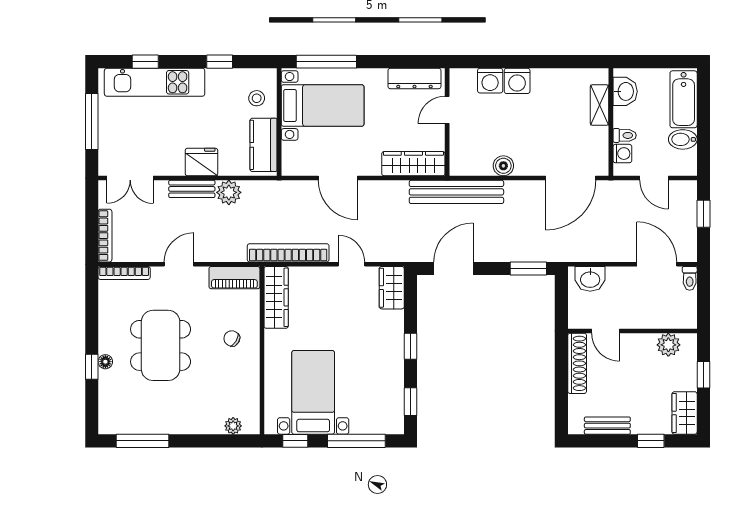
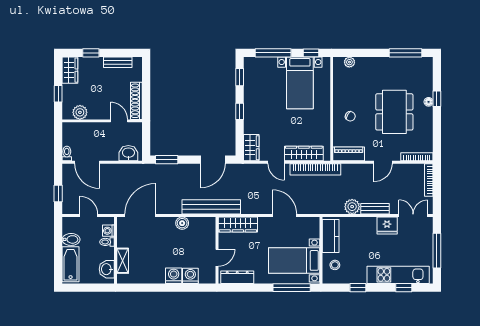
fridge: (201, 162) -> (387, 226), moved
wardrobe: (276, 297) -> (304, 153), moved, turned 90

